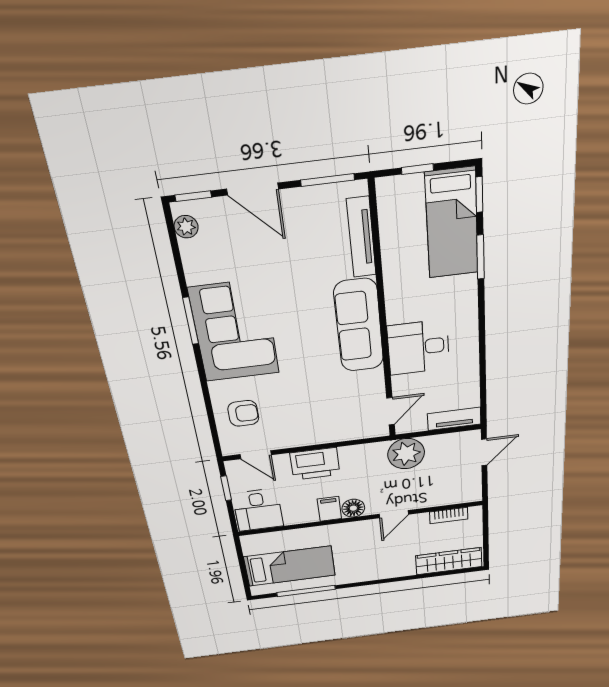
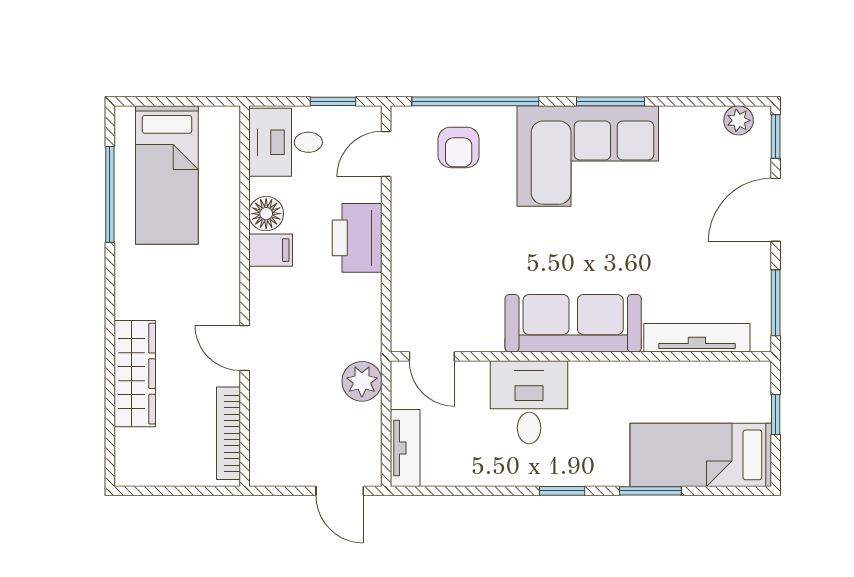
window: (479, 195) -> (562, 491), moved
window: (209, 407) -> (475, 101), added
plant: (406, 454) -> (362, 381), width x0.73, depth x0.73
floor lamp: (353, 508) -> (266, 214), moved
bookcase: (449, 515) -> (228, 433), width x1.56
wardrobe: (449, 561) -> (135, 374), moved

